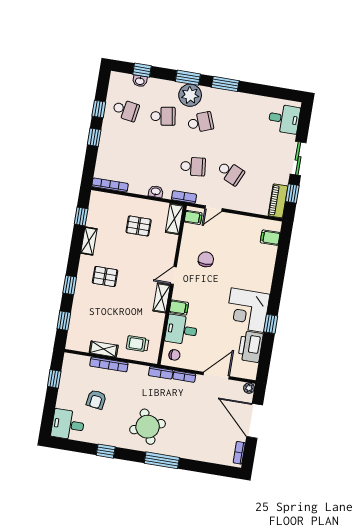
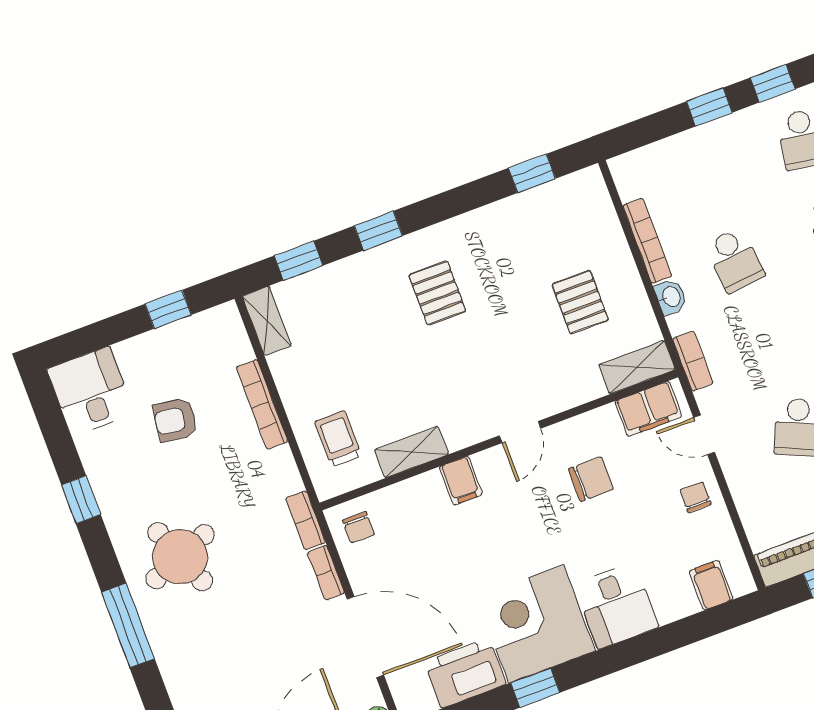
school desk: (193, 167) -> (735, 260), moved
bookcase: (110, 185) -> (647, 241), moved
filing cabinet: (193, 217) -> (648, 409), width x2.00
chair: (235, 225) -> (696, 497), added
shelving: (89, 241) -> (491, 218), removed
door: (174, 275) -> (520, 432), swing flipped
shelving: (162, 298) -> (412, 452), moved
desk: (181, 330) -> (616, 606), moved, turned 180
shelving: (104, 349) -> (267, 321), moved
door: (216, 376) -> (365, 637), width x1.36

